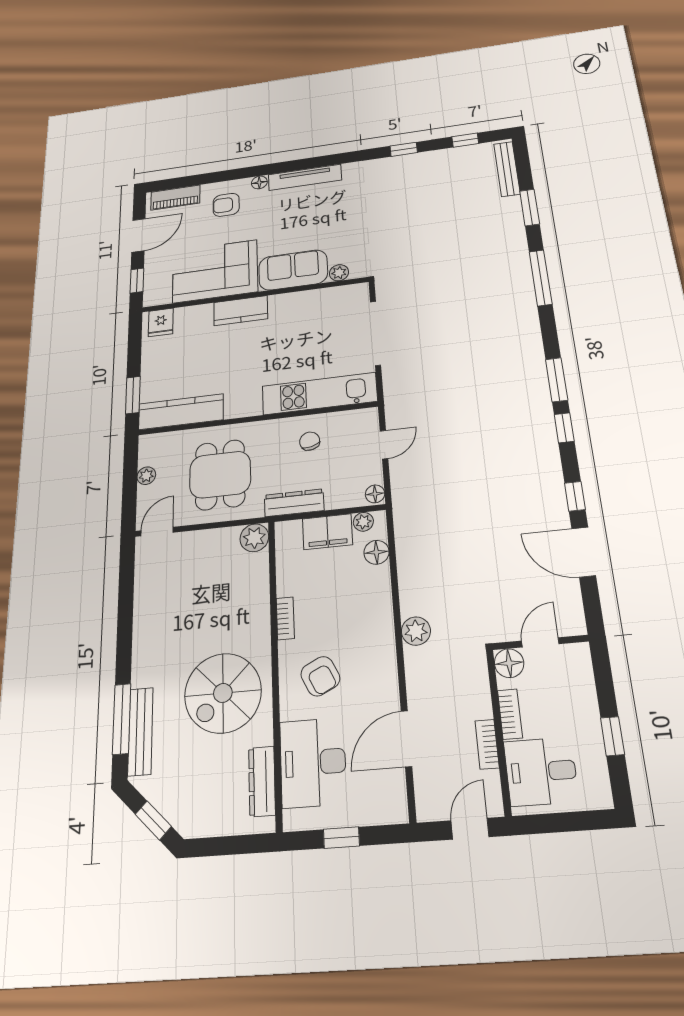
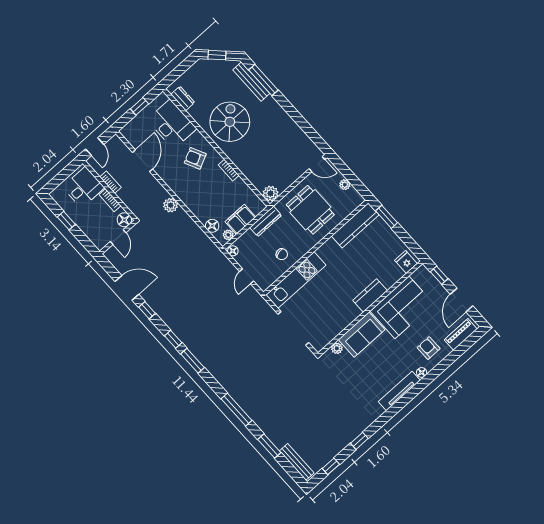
armchair: (226, 205) -> (429, 348), turned -90
door: (157, 532) -> (317, 164), hinge flipped
dresser: (262, 781) -> (183, 98), width x0.70

